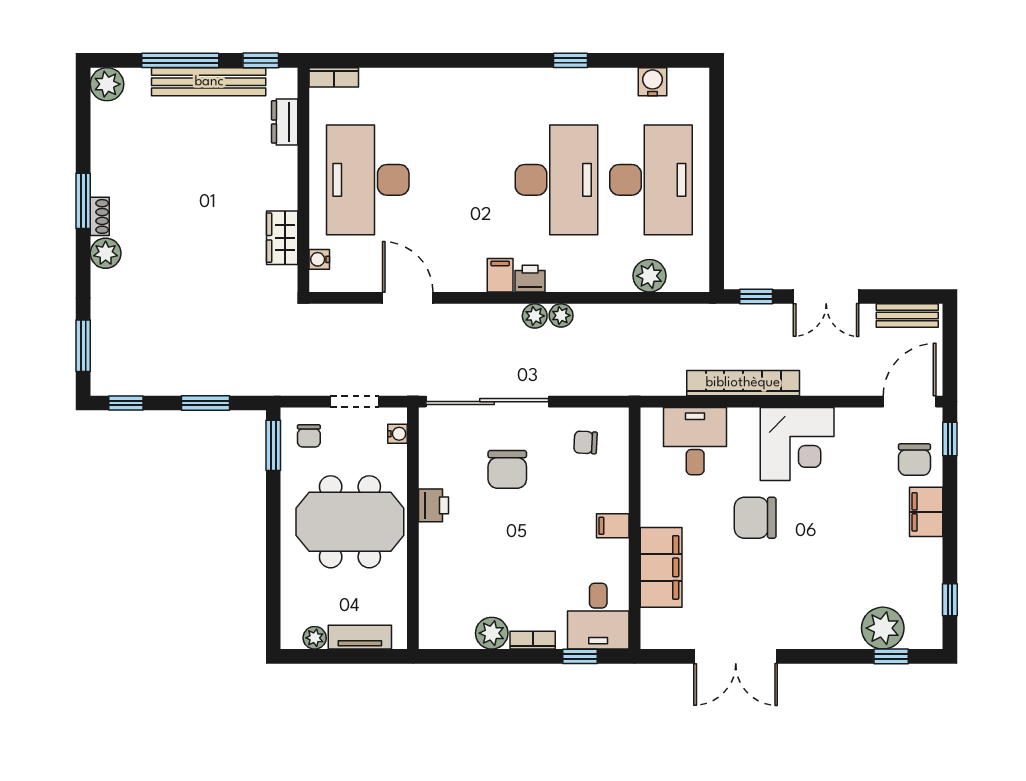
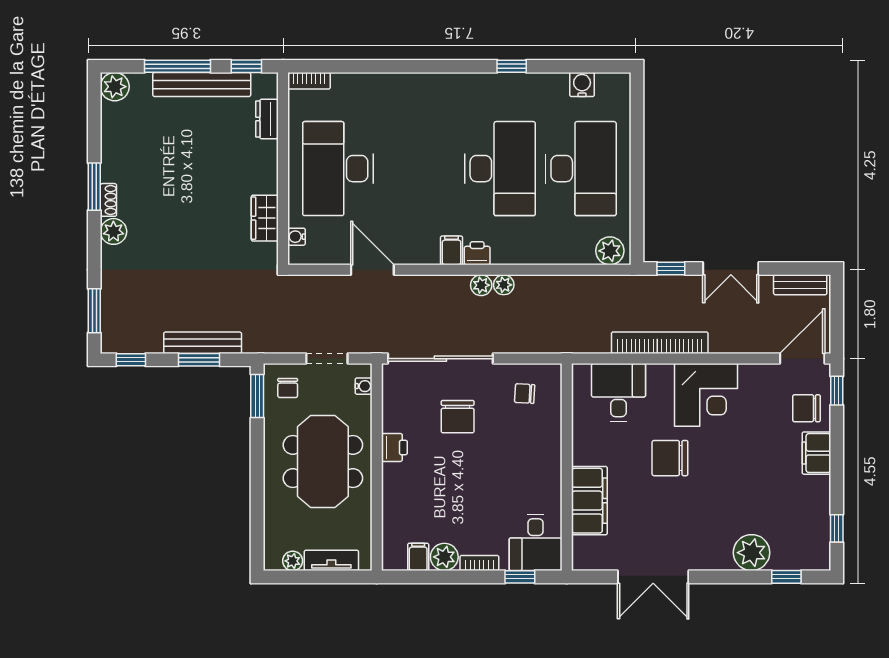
plant: (649, 276) -> (610, 251), moved
bench: (210, 383) -> (203, 343), added
chair: (914, 460) -> (806, 408), turned 90
meeting table: (350, 522) -> (323, 462), turned 90
filing cabinet: (613, 526) -> (418, 557), moved, turned 90
plant: (883, 628) -> (752, 553), moved

